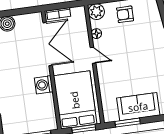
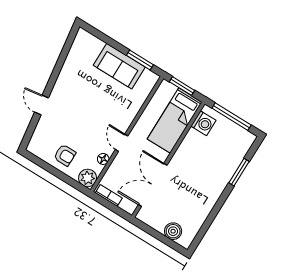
bookcase: (59, 14) -> (109, 195), moved
washing machine: (44, 85) -> (203, 123), moved
bed: (75, 100) -> (175, 121), width x0.67

